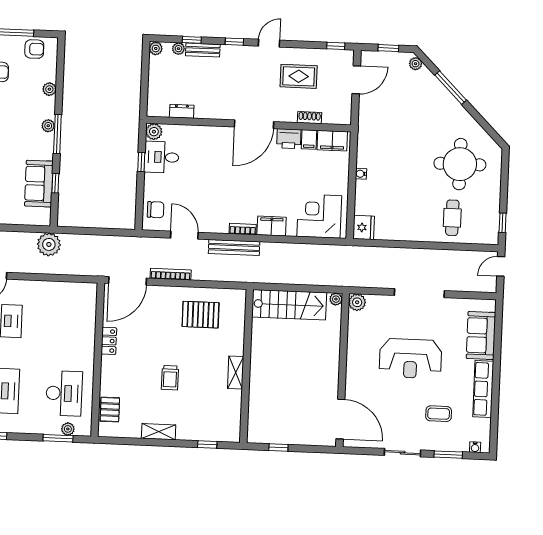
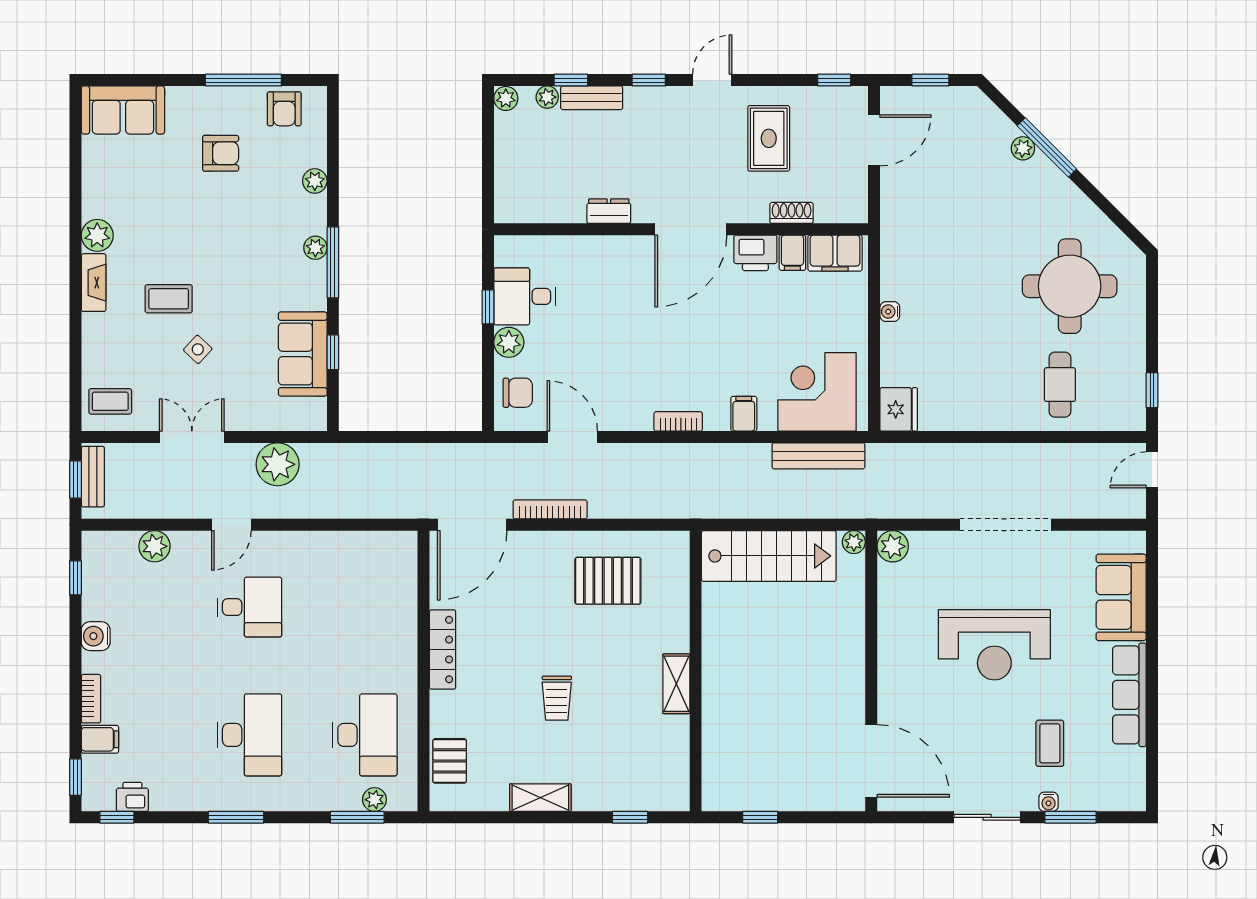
armchair: (34, 49) -> (284, 109), turned 90
plant: (416, 64) -> (1023, 148), moved
rug: (299, 76) -> (769, 138), turned 90
dresser: (182, 111) -> (609, 211), moved
plant: (154, 132) -> (509, 342), moved
filing cabinet: (272, 226) -> (744, 414), width x0.50
plant: (49, 244) -> (278, 464), moved
bench: (234, 248) -> (818, 456), moved
locker: (109, 341) -> (443, 650), width x1.53
coffee table: (439, 414) -> (1050, 743), turned 90
water cooler: (475, 447) -> (1049, 802), moved

